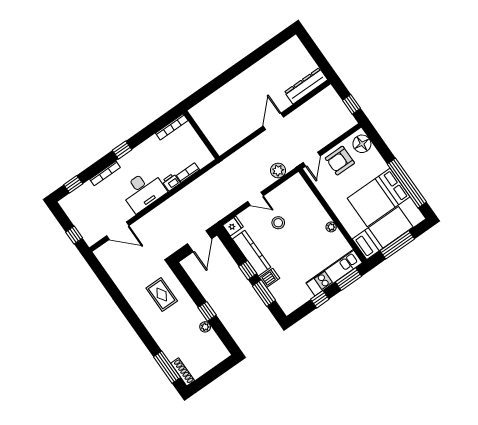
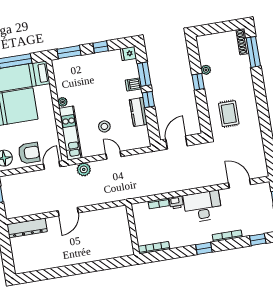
fridge: (233, 226) -> (128, 54), moved
kitchen counter: (252, 253) -> (138, 112), width x0.67
kitchen unit: (334, 273) -> (71, 133), moved, turned -90

